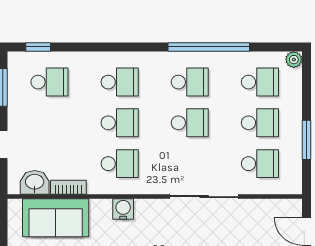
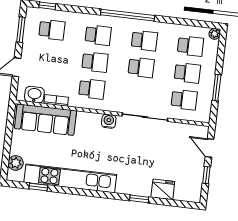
window: (209, 47) -> (128, 15), moved
water cooler: (123, 209) -> (109, 121), moved
sofa: (56, 218) -> (46, 120), width x1.36

